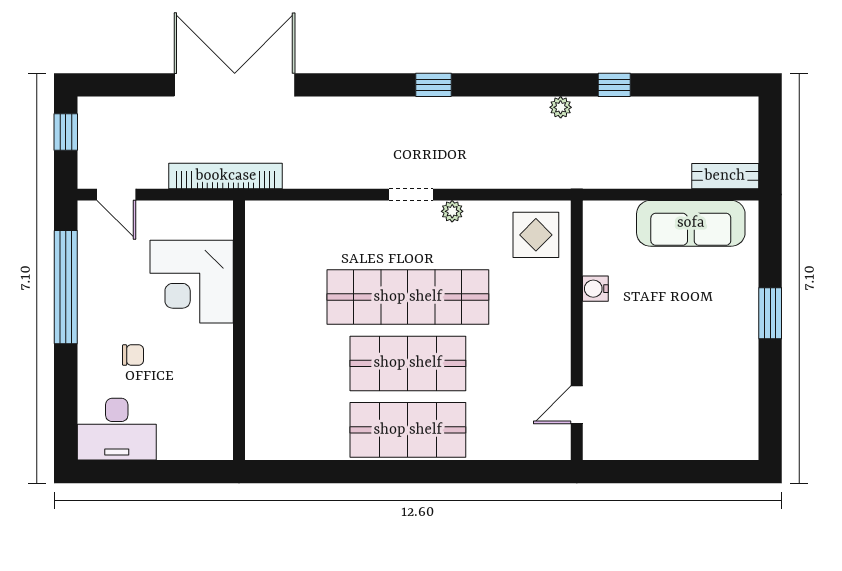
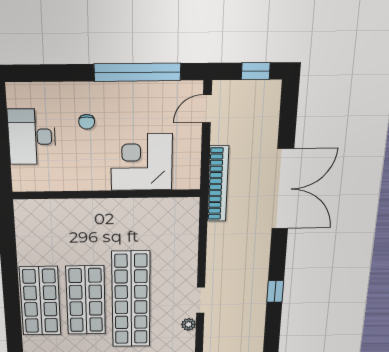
window: (434, 85) -> (275, 291), moved
desk: (117, 429) -> (32, 137), moved

